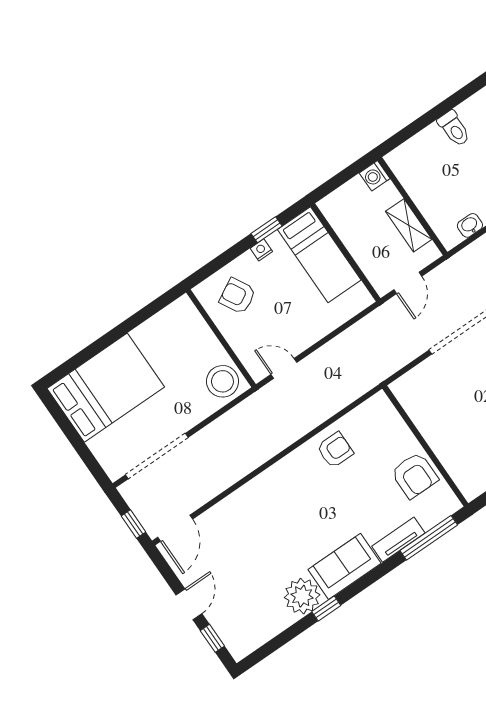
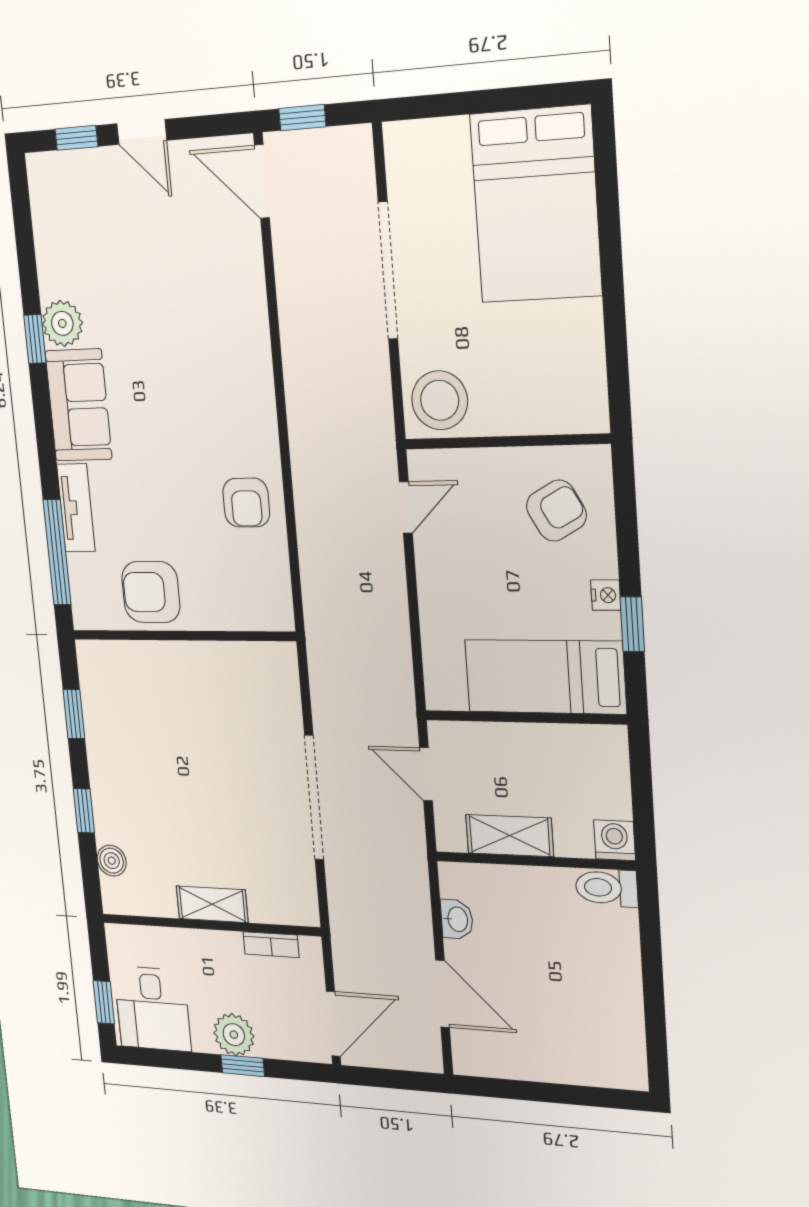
toilet: (454, 129) -> (606, 888), moved
doorway: (157, 456) -> (388, 271), moved
plant: (302, 596) -> (62, 323), width x0.73, depth x0.73

